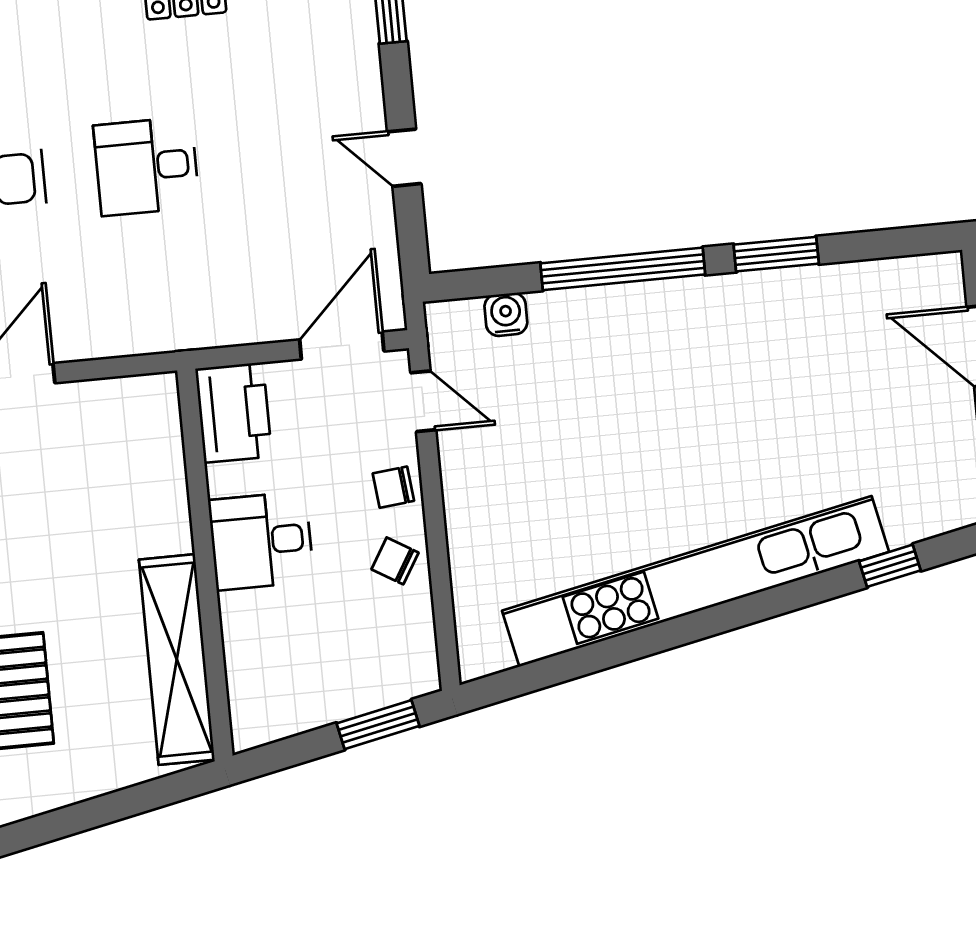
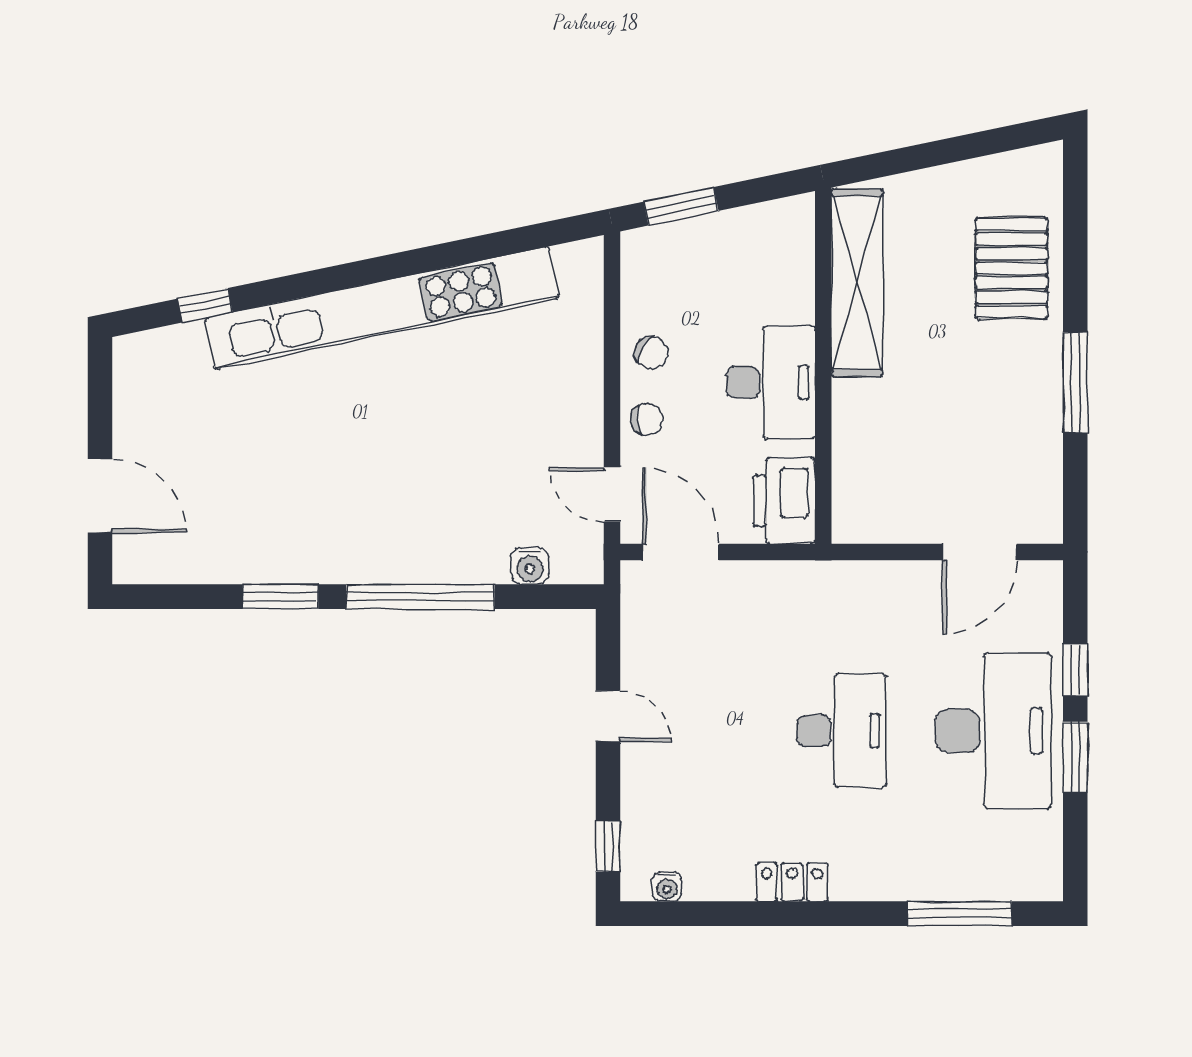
desk: (146, 166) -> (842, 731), width x1.37
door: (342, 345) -> (681, 552), swing flipped
desk: (261, 541) -> (771, 383), width x1.37

